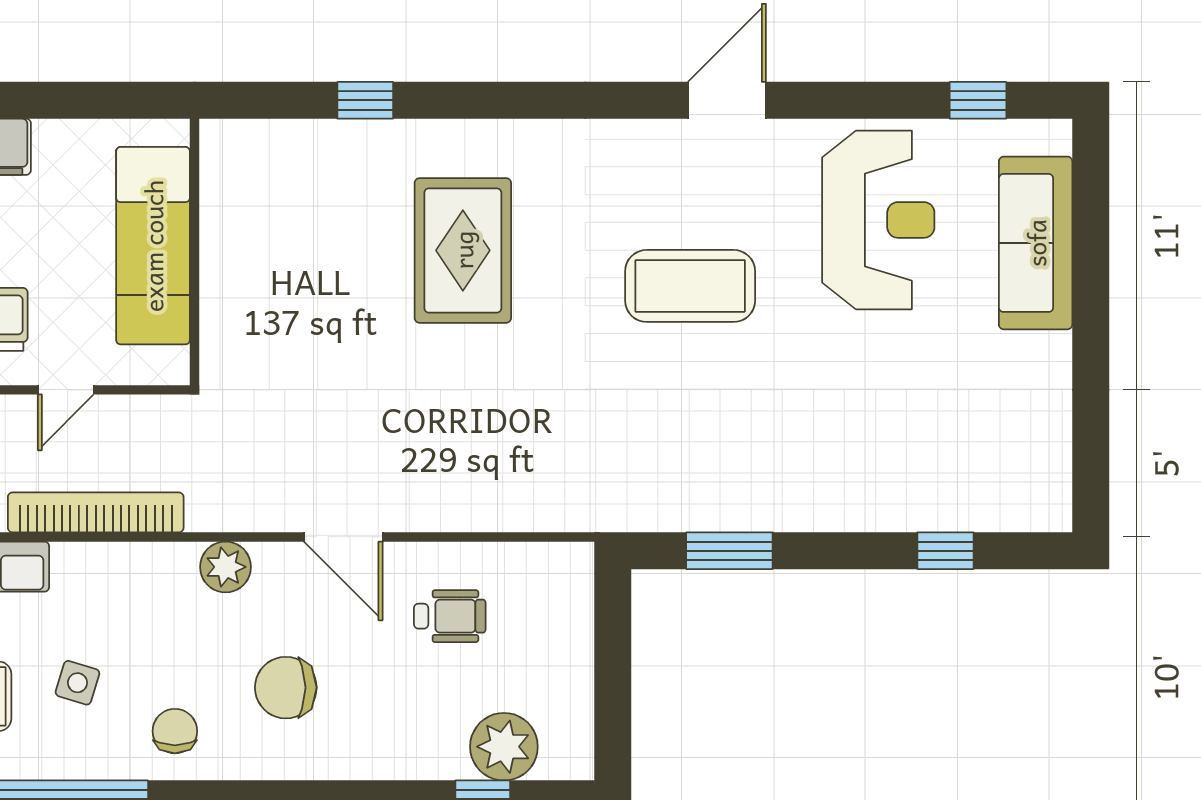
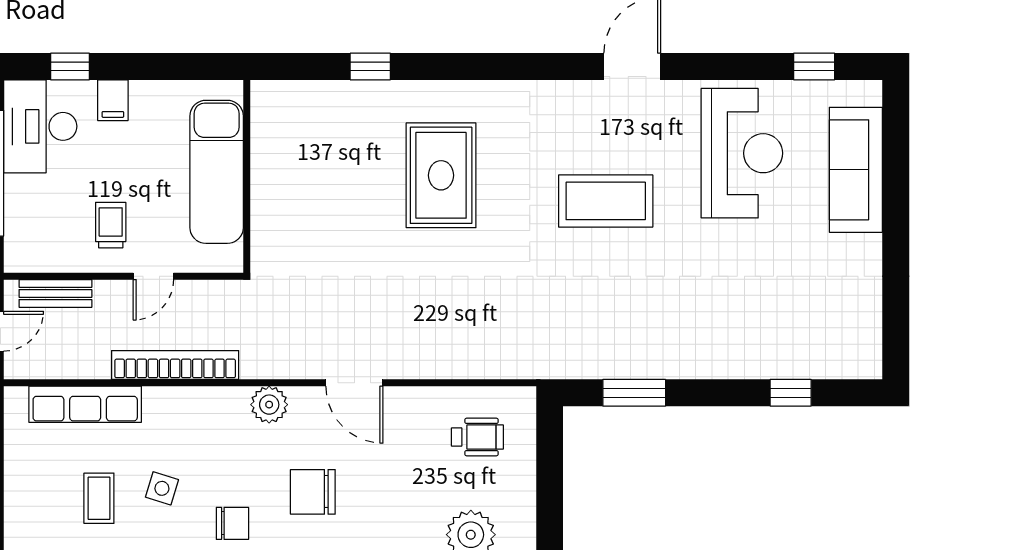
wheelchair: (450, 616) -> (477, 437), moved
chair: (175, 731) -> (232, 523), turned 90

